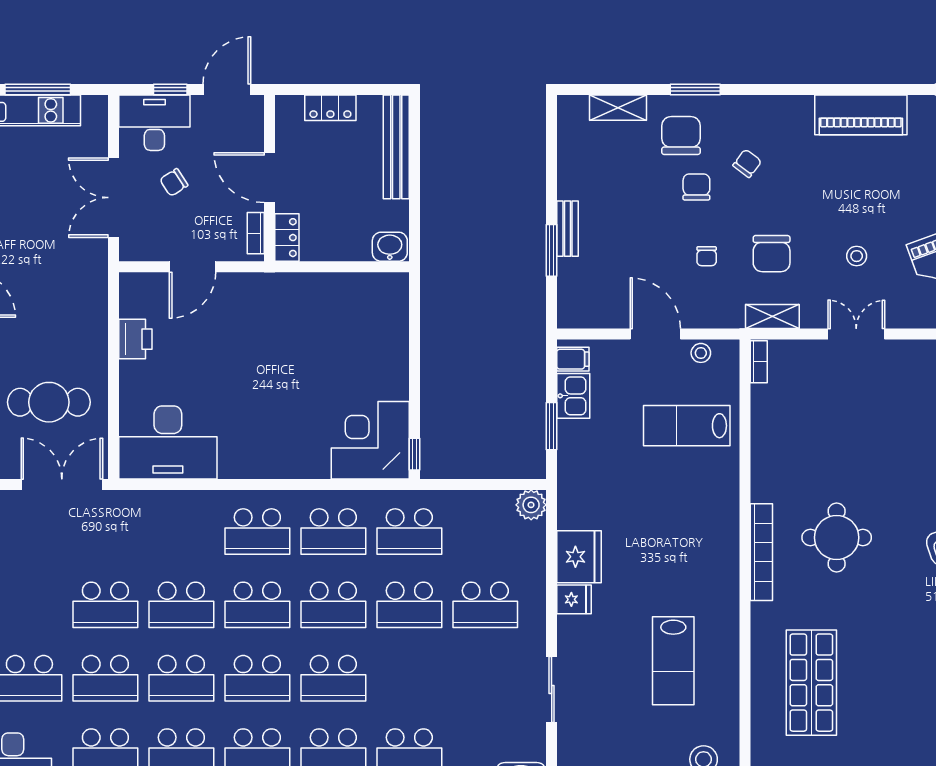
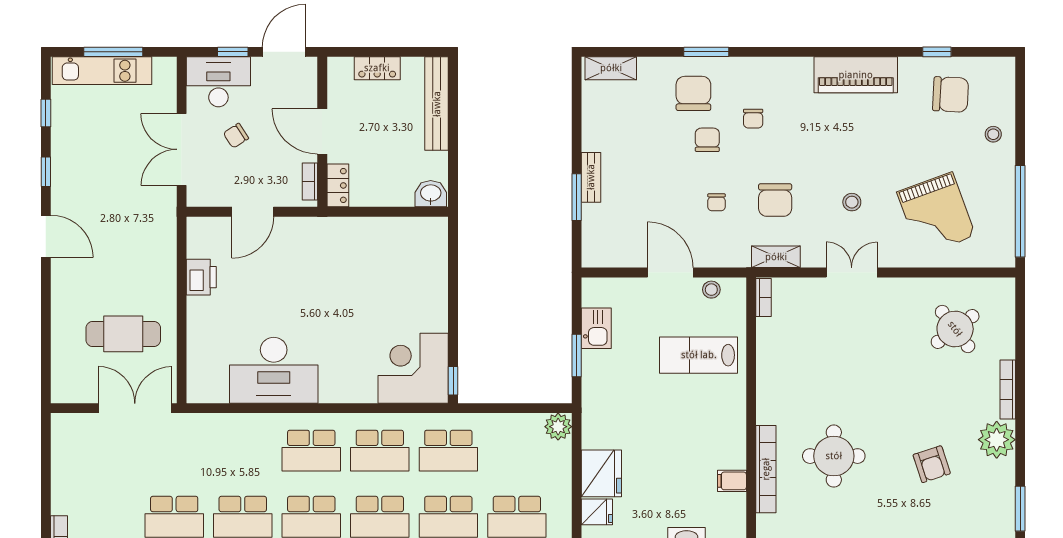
shelving: (618, 108) -> (611, 68), moved
chair: (747, 163) -> (753, 119), turned 143
filing cabinet: (573, 359) -> (732, 481), moved, turned 180
desk: (168, 442) -> (274, 370), moved

